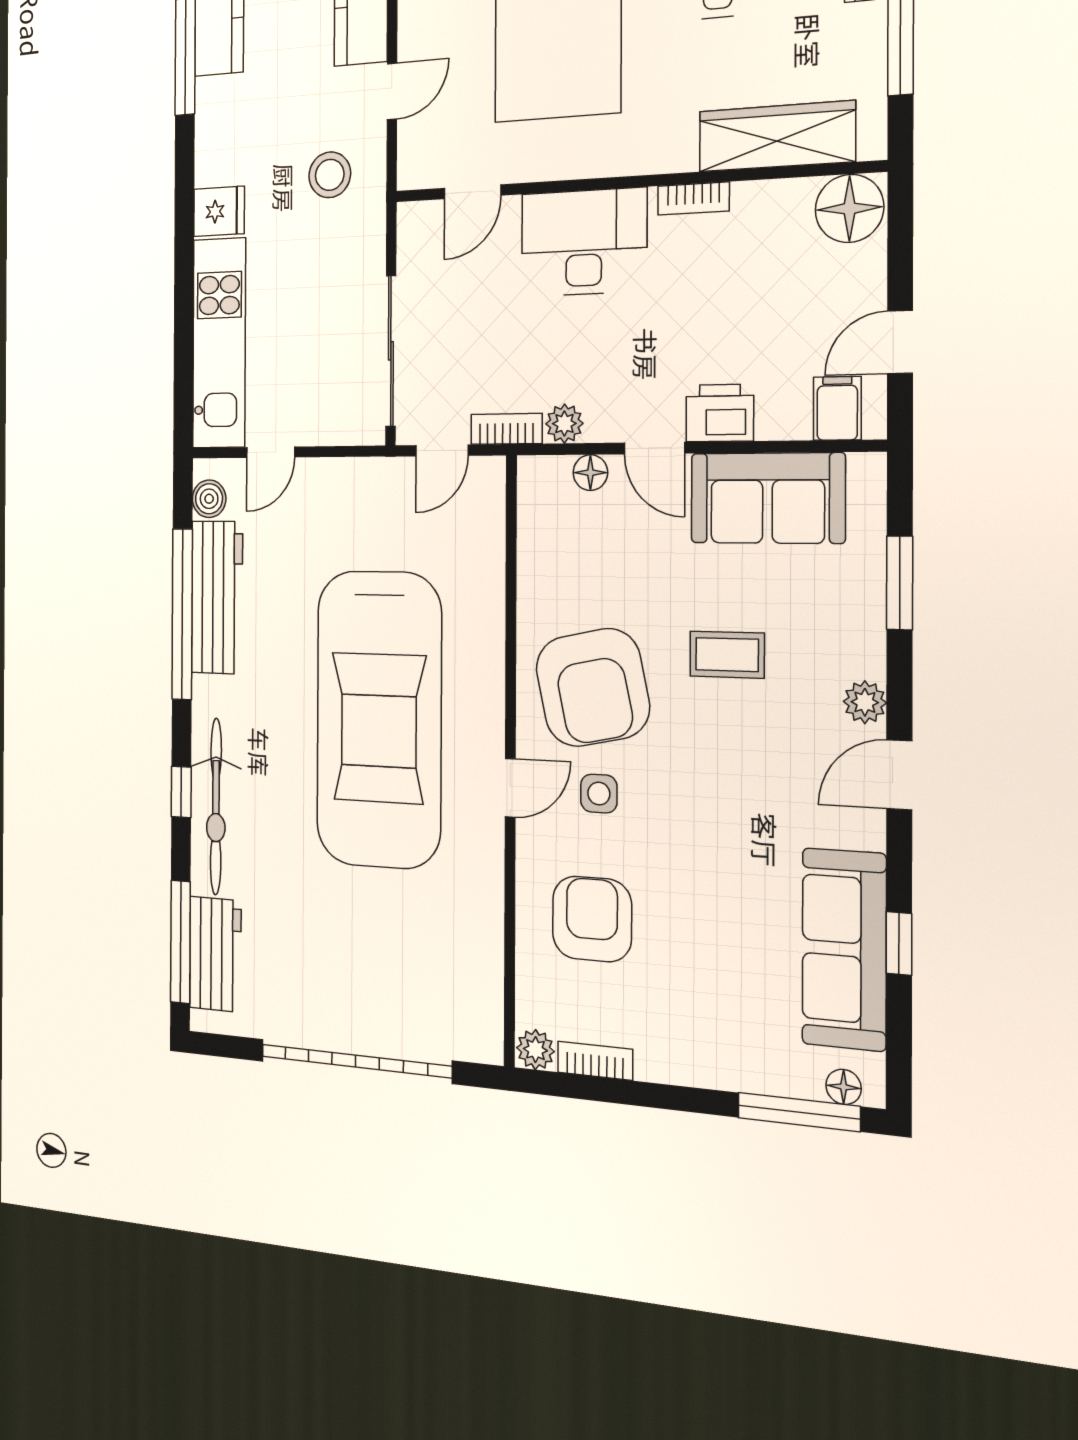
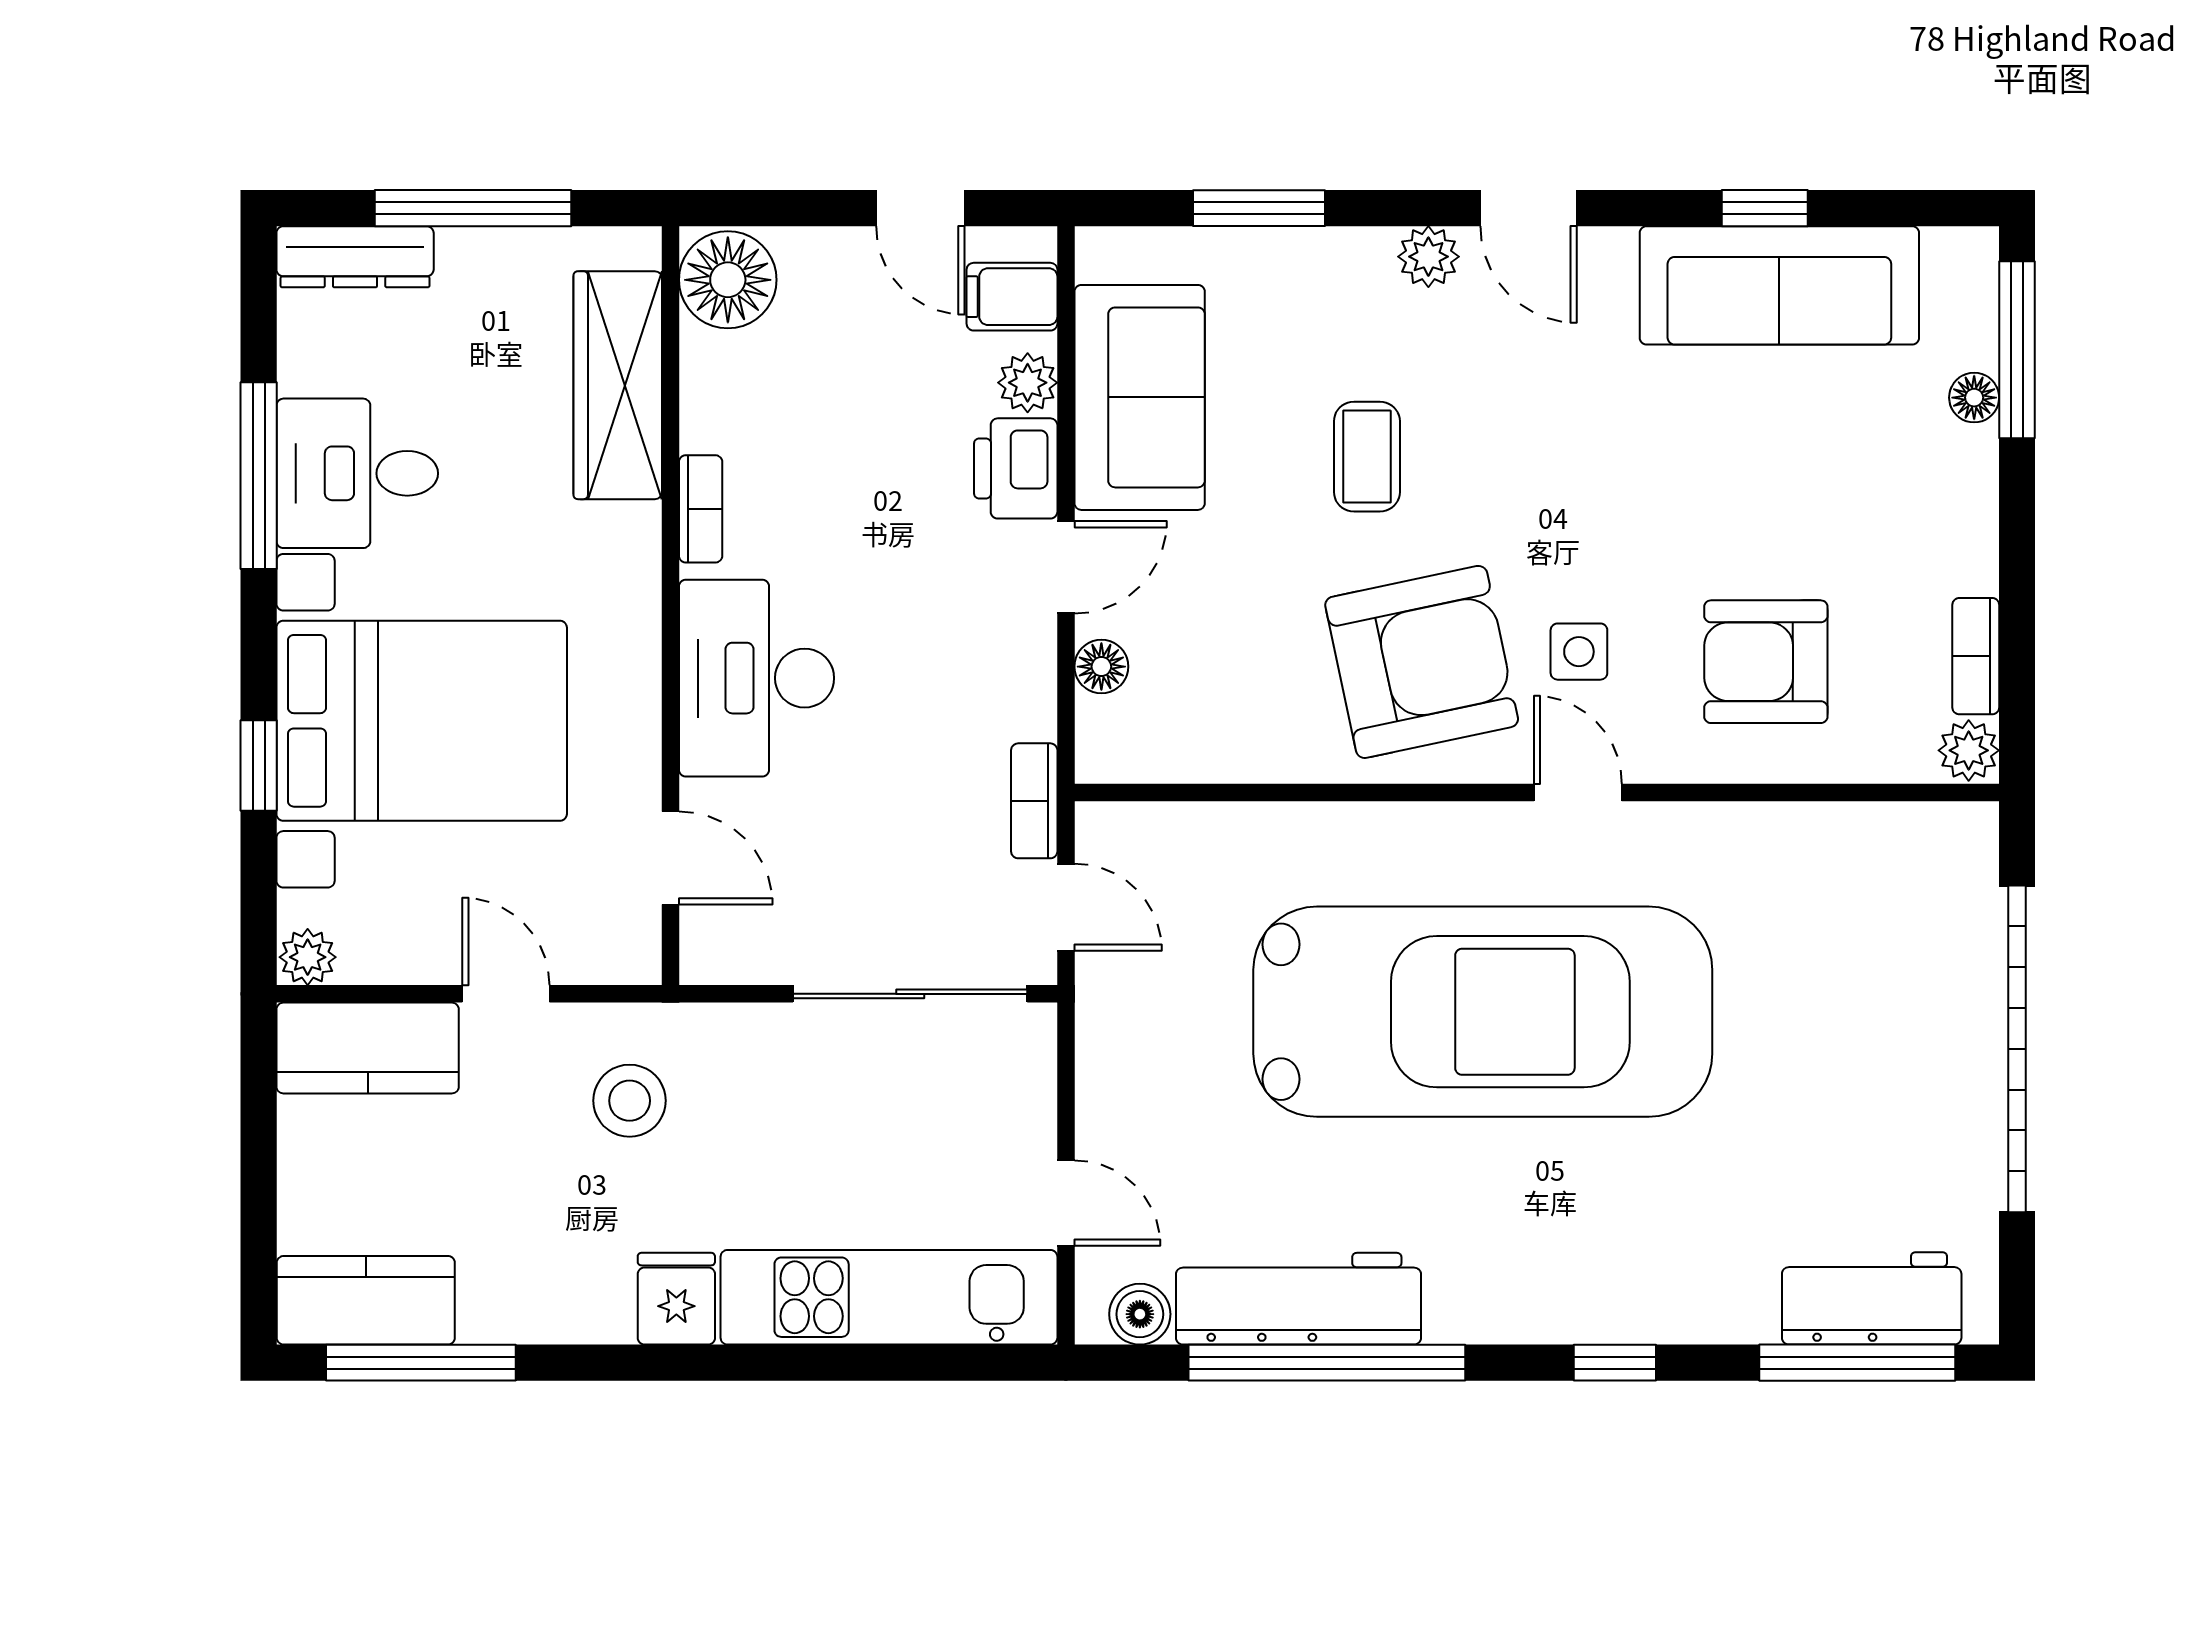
plant: (564, 424) -> (1028, 383), moved
bicycle: (216, 806) -> (1635, 1299), removed
floor lamp: (844, 1087) -> (1974, 398), moved

